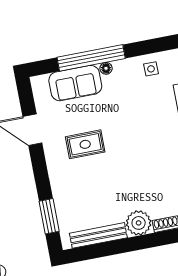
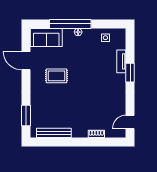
sofa: (75, 83) -> (46, 37), moved
plant: (139, 223) -> (80, 130), removed

